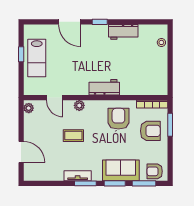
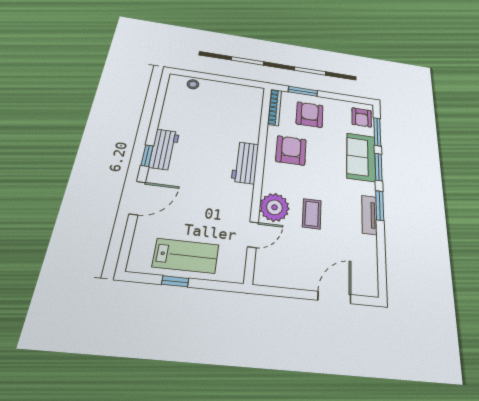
workbench: (123, 32) -> (164, 149), moved
plant: (79, 105) -> (274, 207), width x1.88, depth x1.88
plant: (29, 108) -> (265, 278), removed
armchair: (118, 119) -> (291, 150), turned 90

